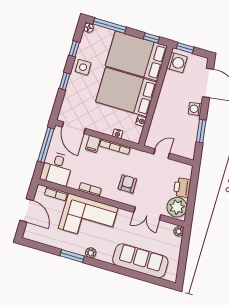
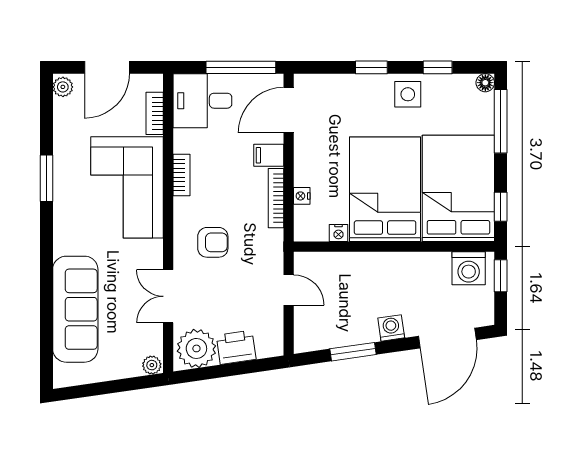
plant: (91, 253) -> (63, 87), moved

